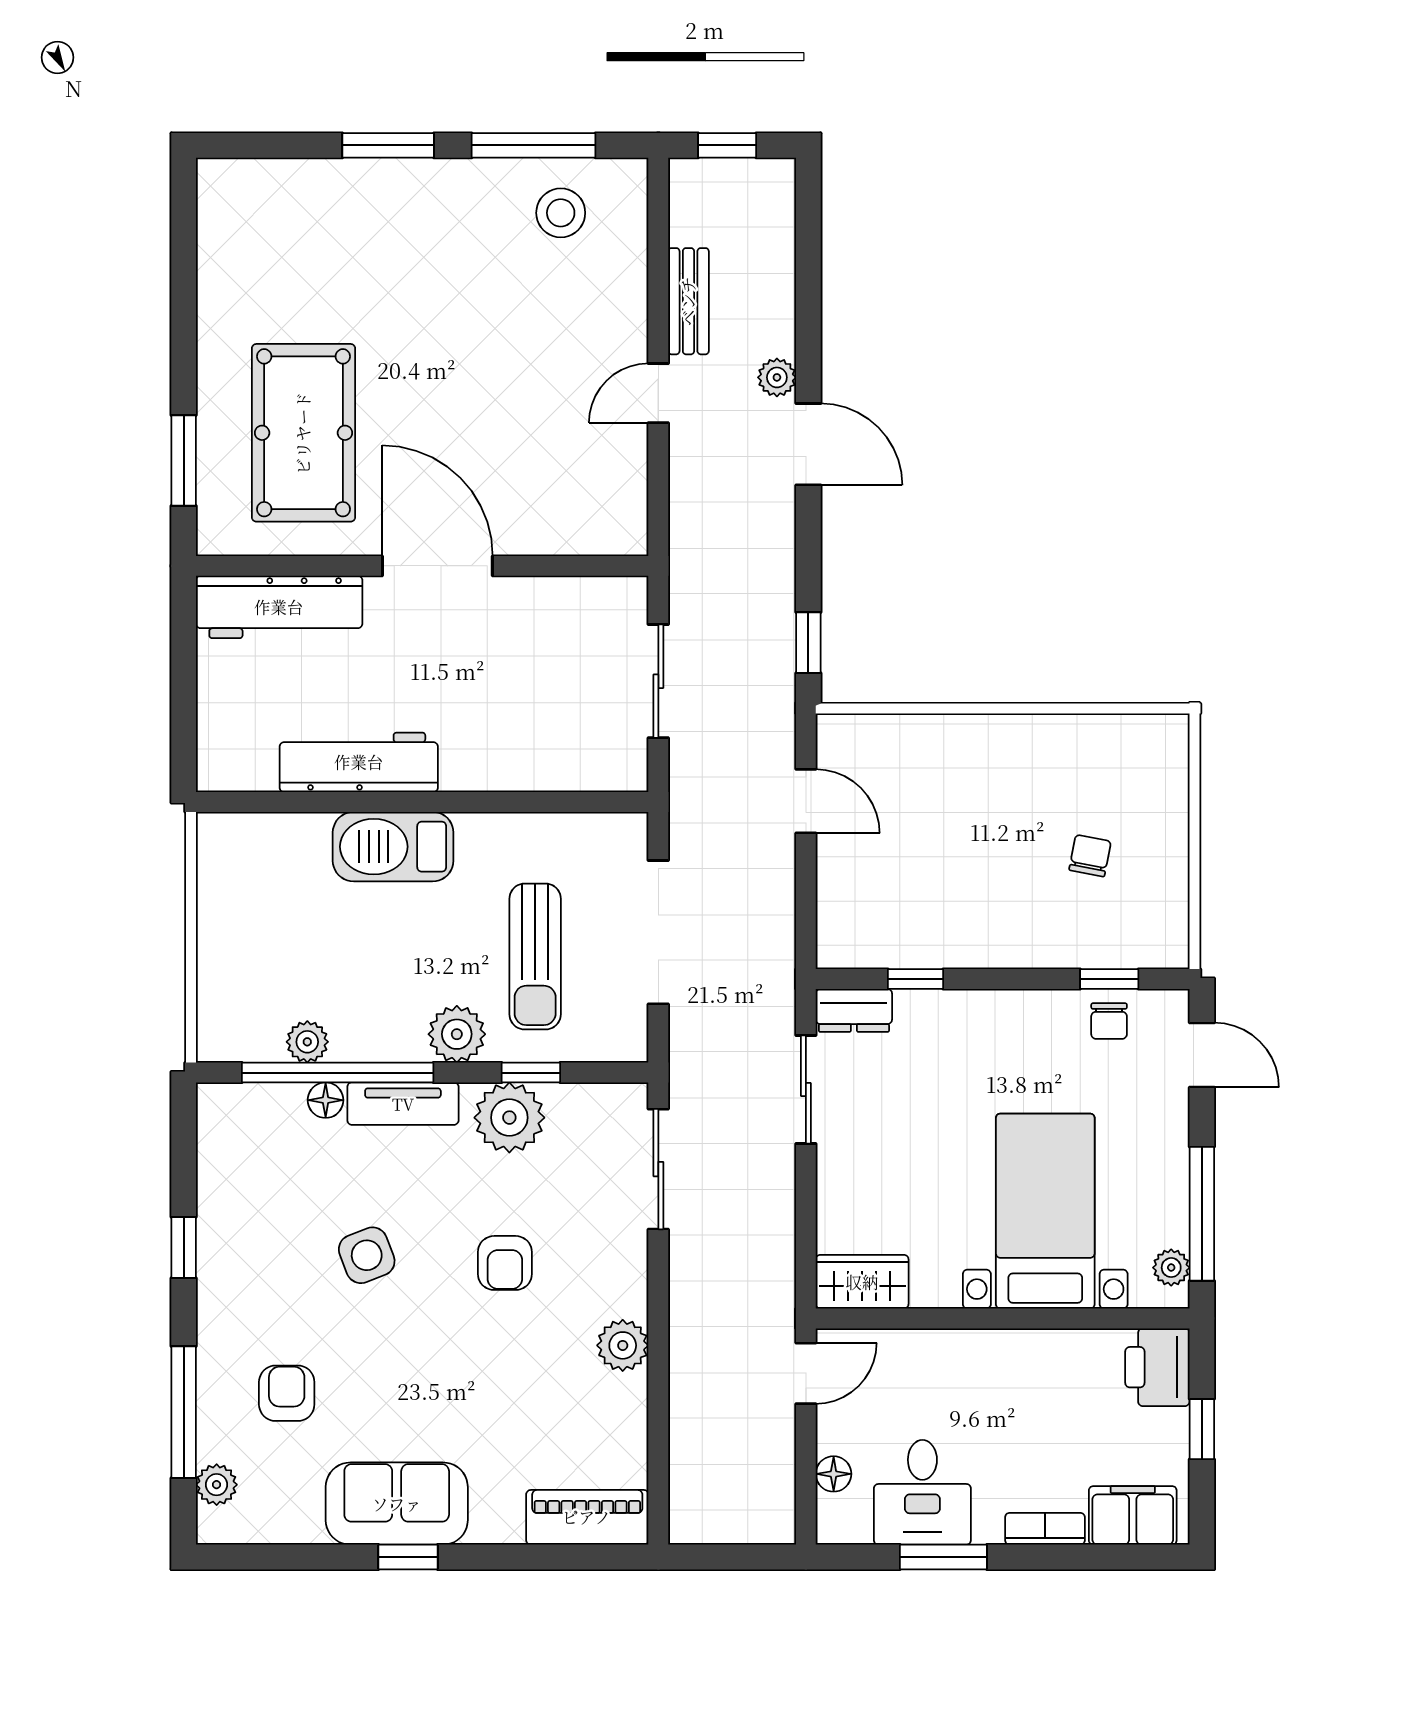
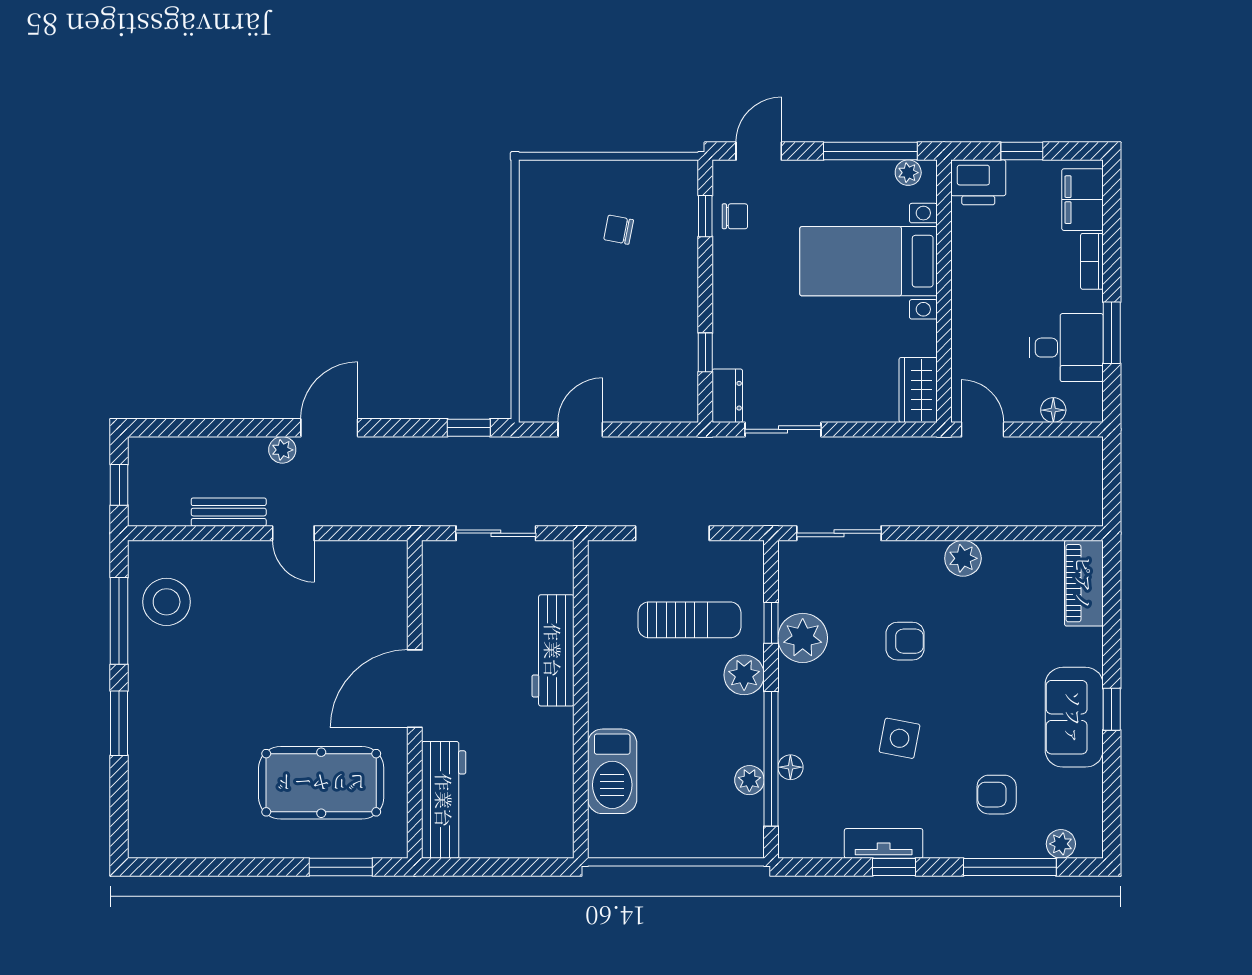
stool: (561, 213) -> (167, 602), width x1.38, depth x1.38
workbench: (359, 762) -> (553, 650), moved
barbecue: (393, 847) -> (612, 771), moved
doorway: (658, 932) -> (672, 533), width x0.73
tv unit: (403, 1104) -> (884, 843), moved, turned -90
side table: (367, 1255) -> (900, 738), turned 32

